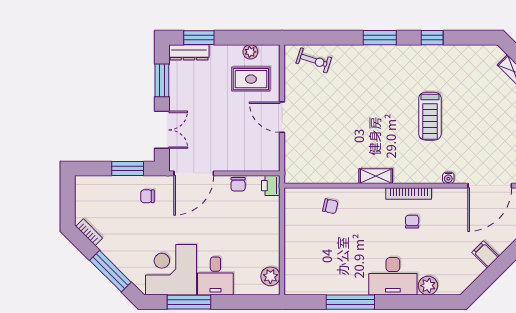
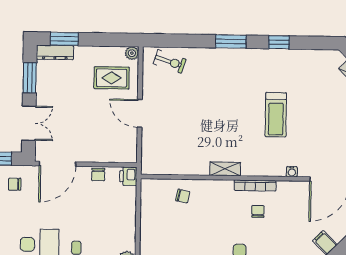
plant: (250, 52) -> (132, 53), moved

